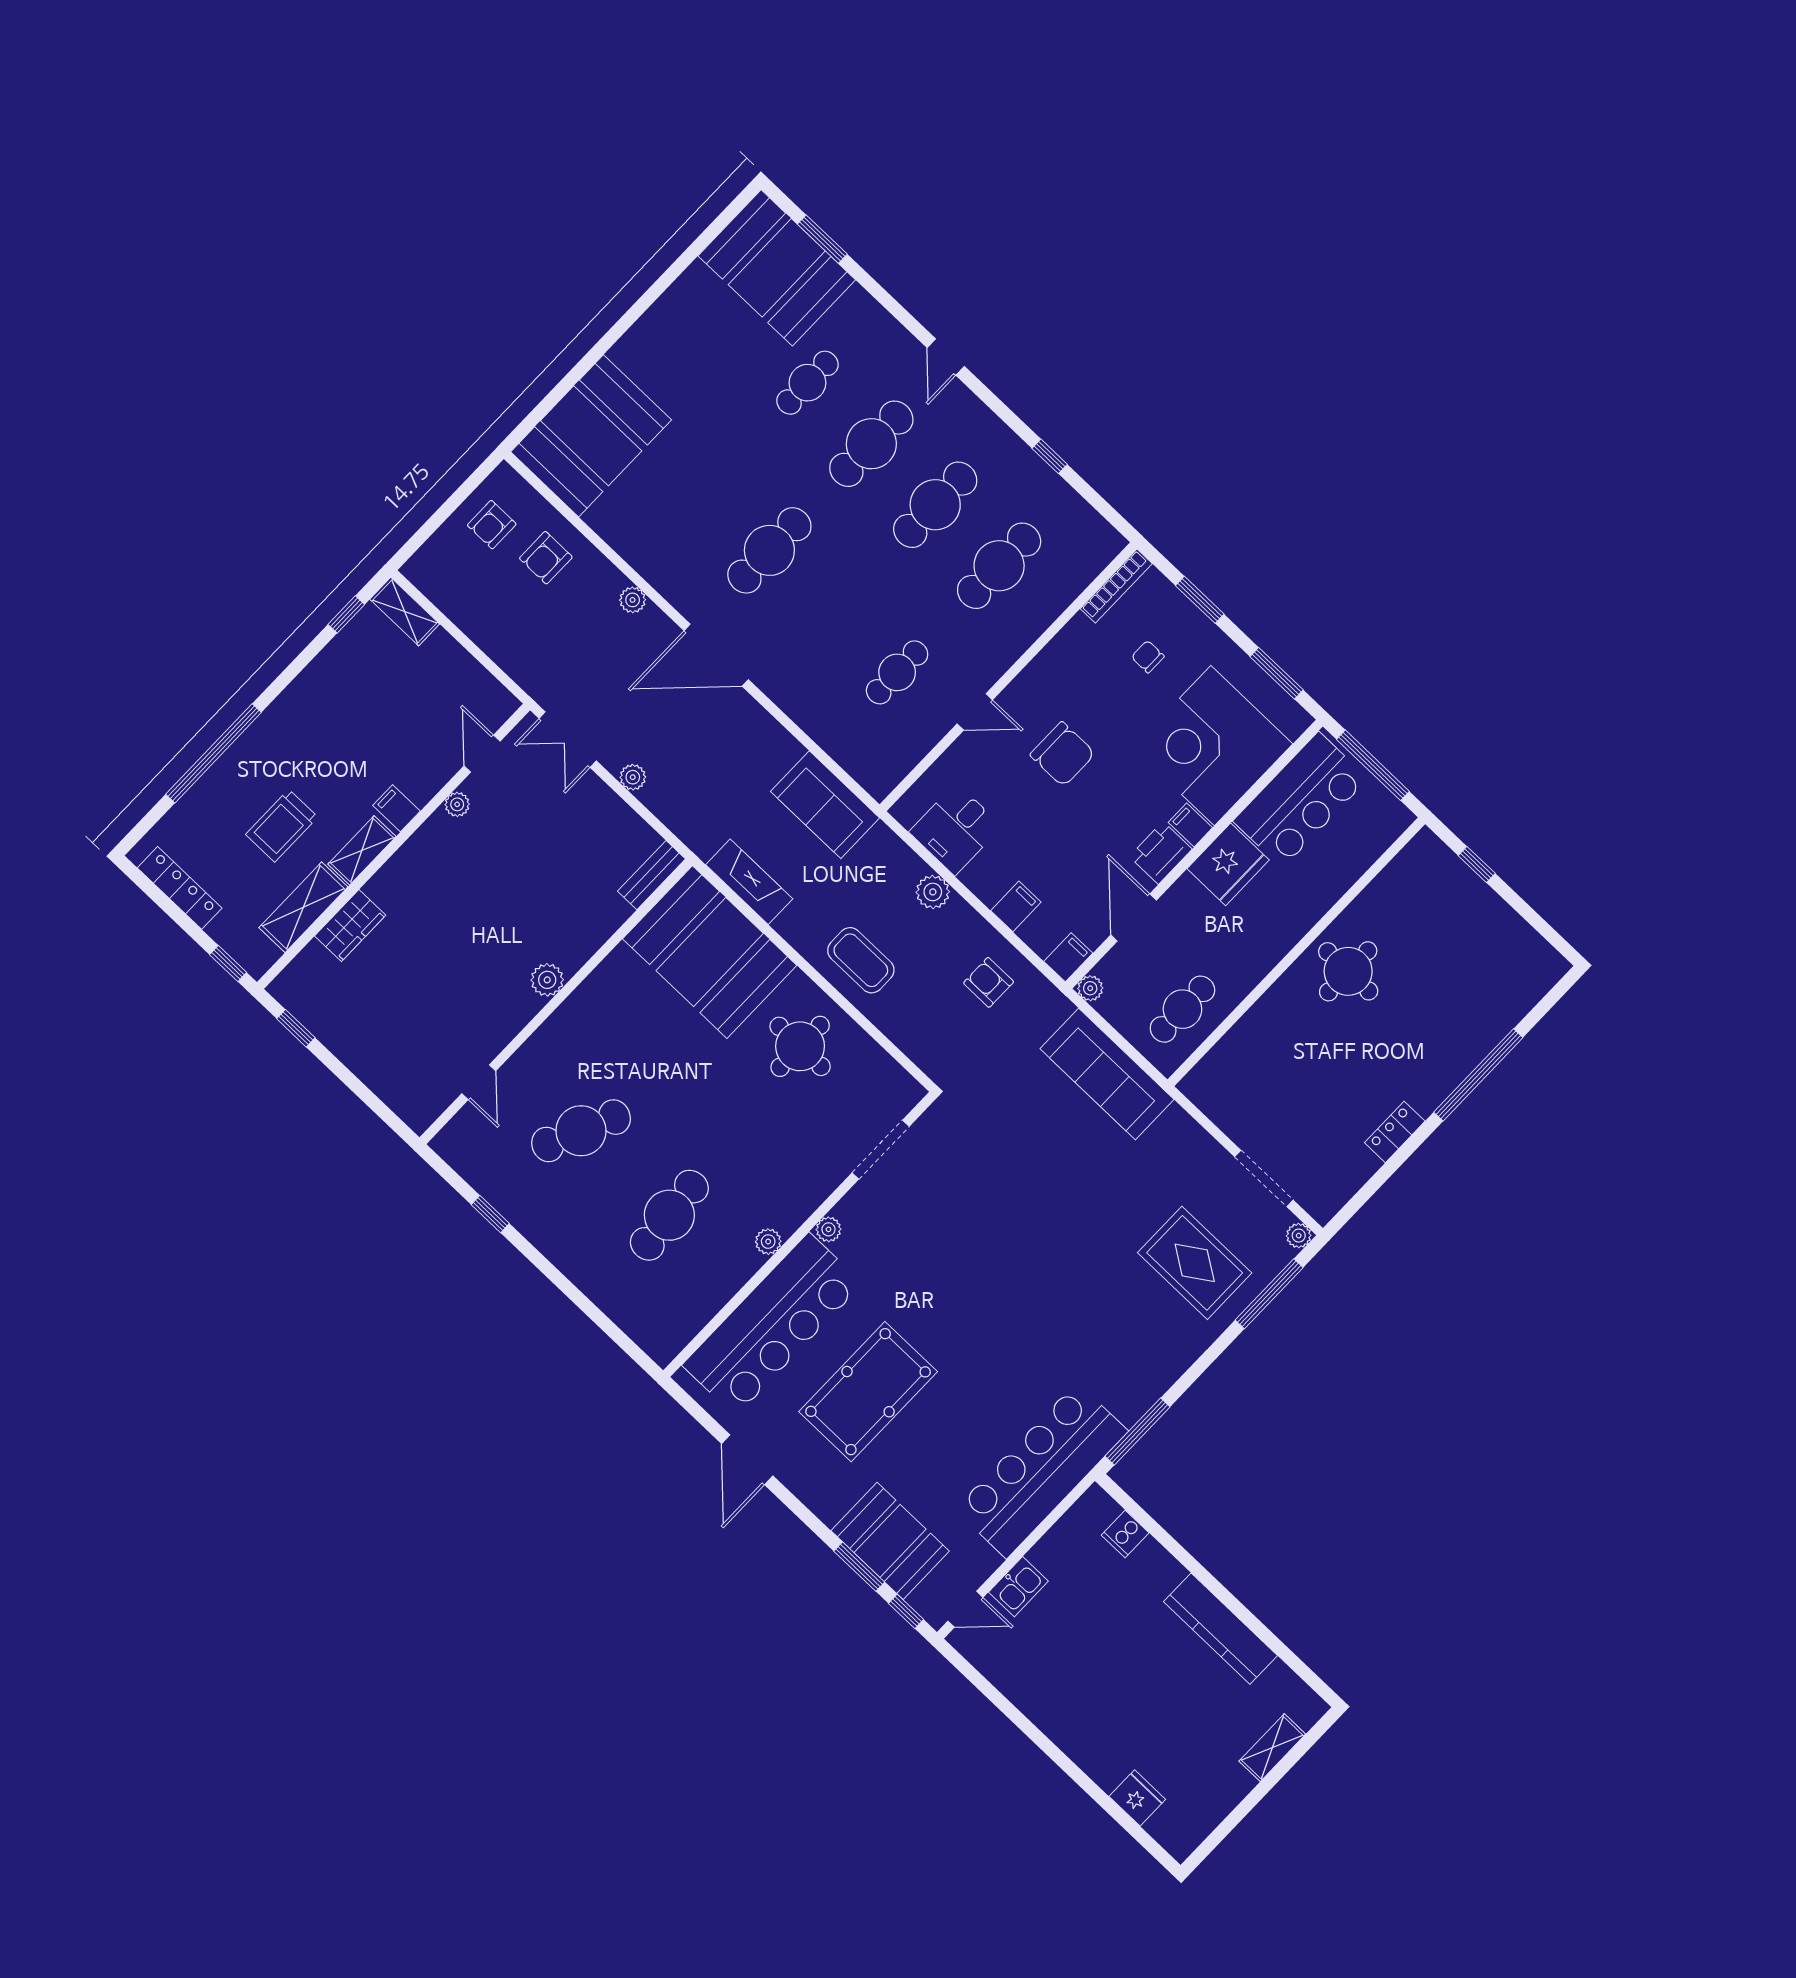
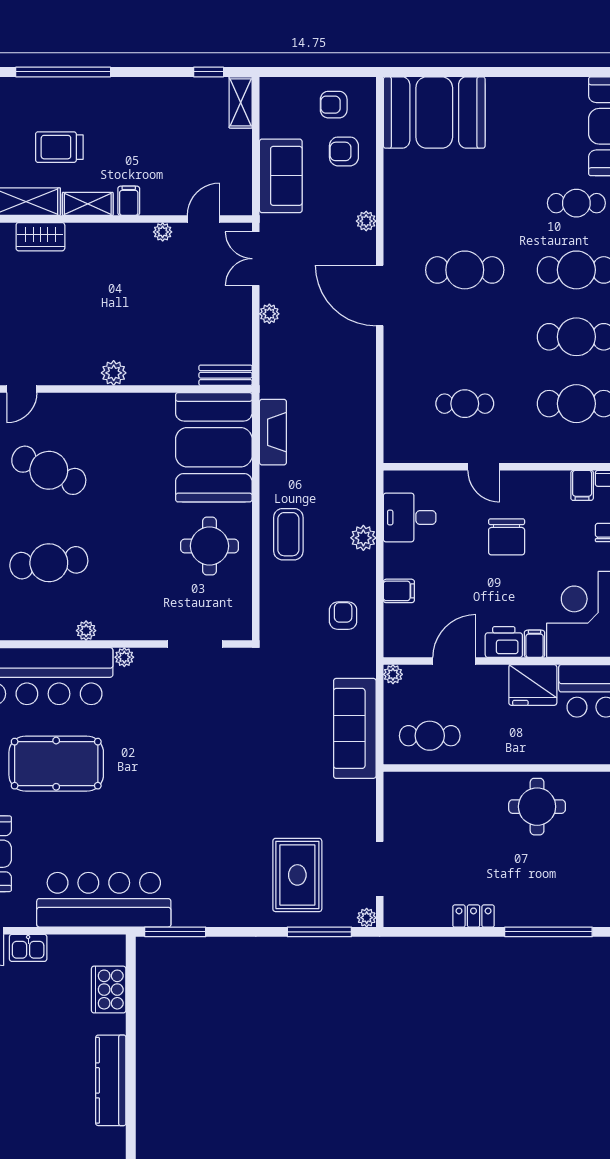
sofa: (825, 805) -> (281, 176), moved, turned 180
filing cabinet: (1068, 957) -> (582, 485), moved, turned 90
cooker: (1125, 1534) -> (109, 990), width x1.87, depth x1.31

